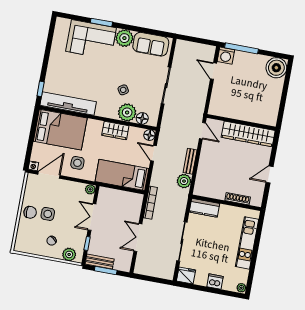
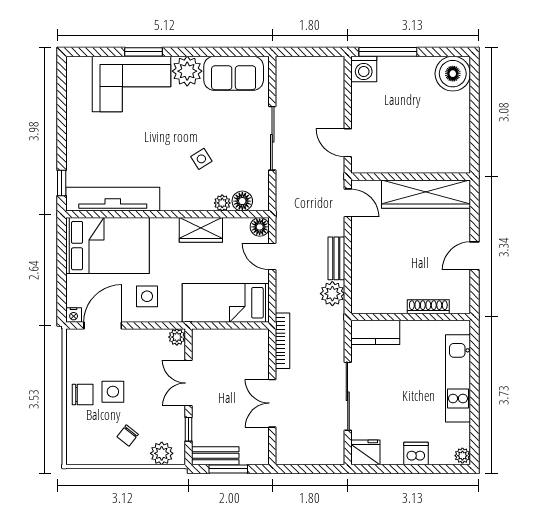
door: (213, 71) -> (348, 143), moved
plant: (127, 112) -> (222, 203), width x0.53, depth x0.53

